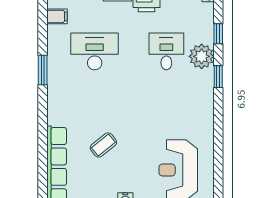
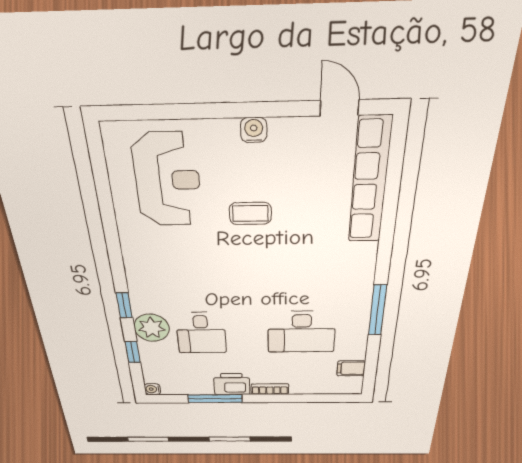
window: (43, 70) -> (377, 310), width x1.44
coffee table: (103, 145) -> (250, 213), moved, turned 39

